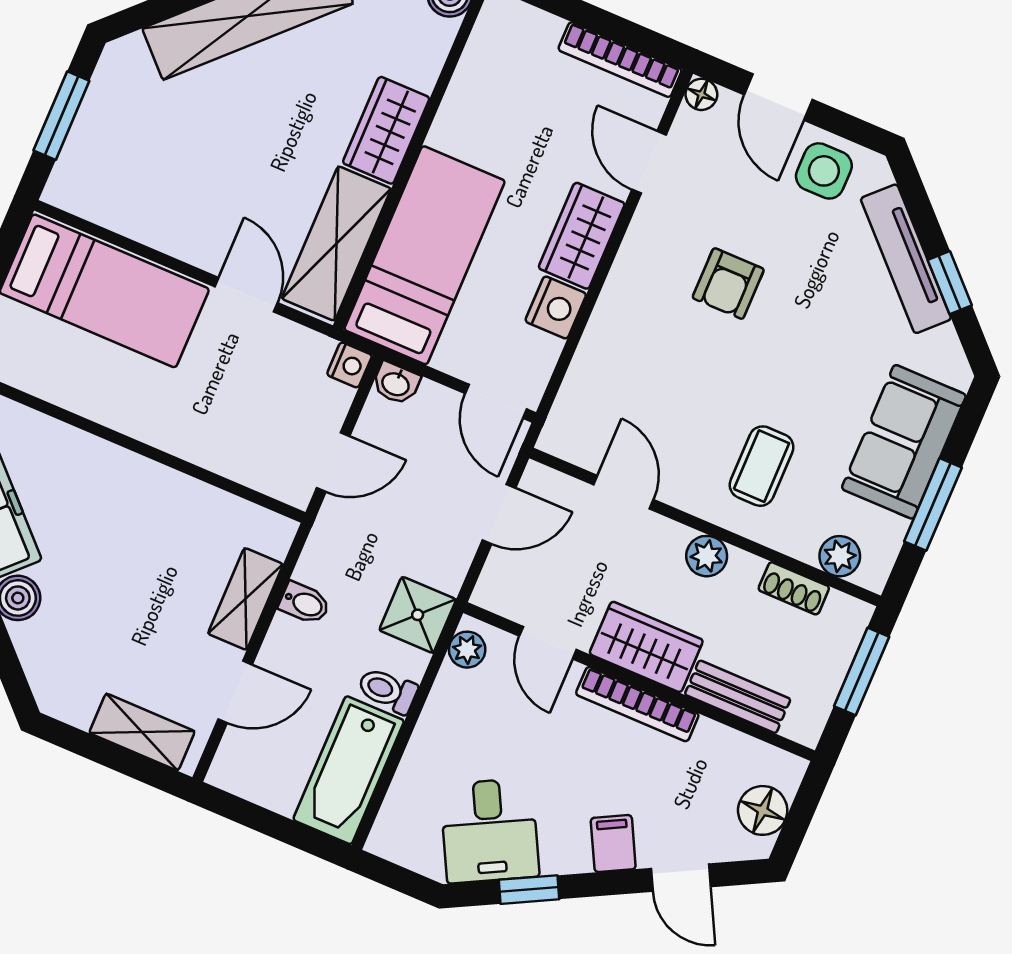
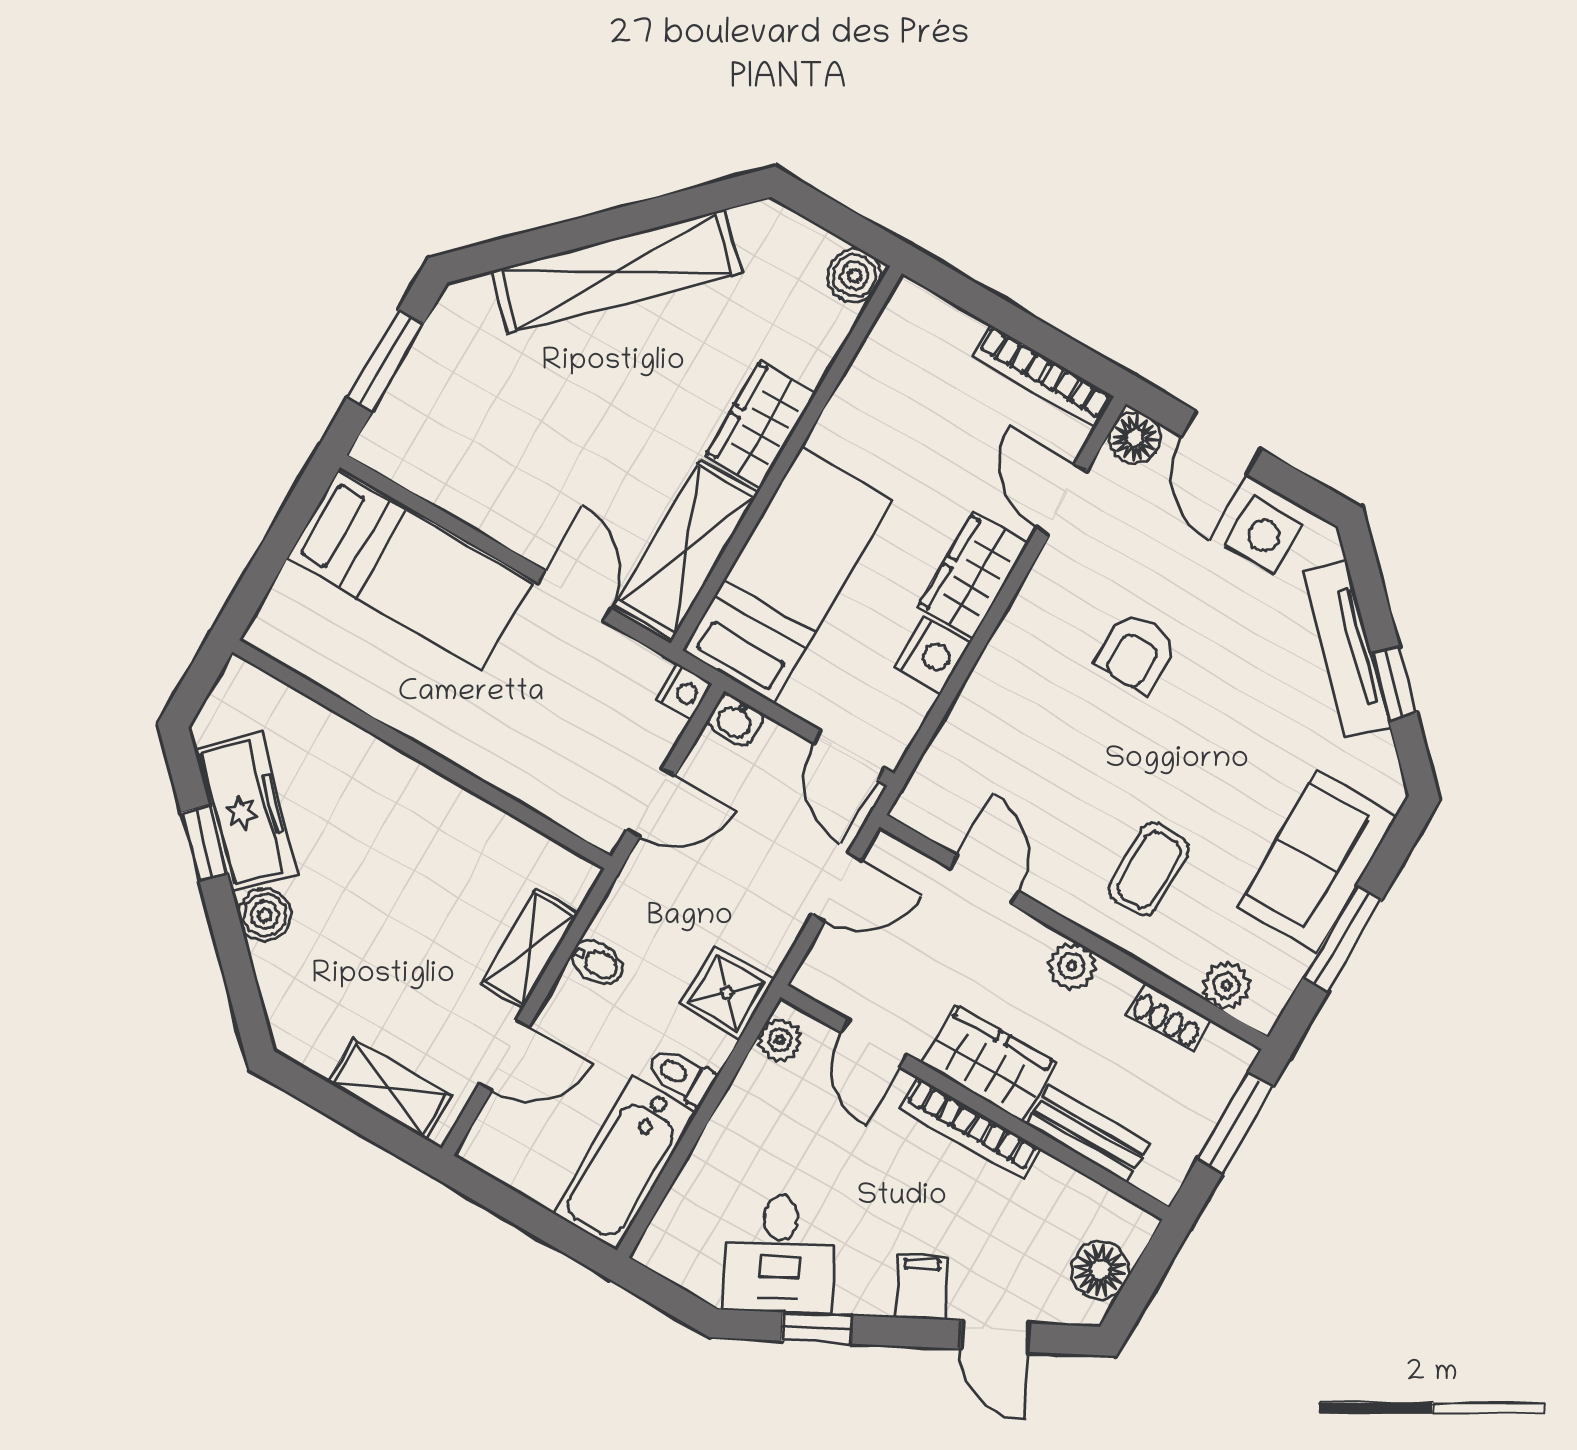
floor lamp: (701, 94) -> (1135, 438), width x1.37, depth x1.37

